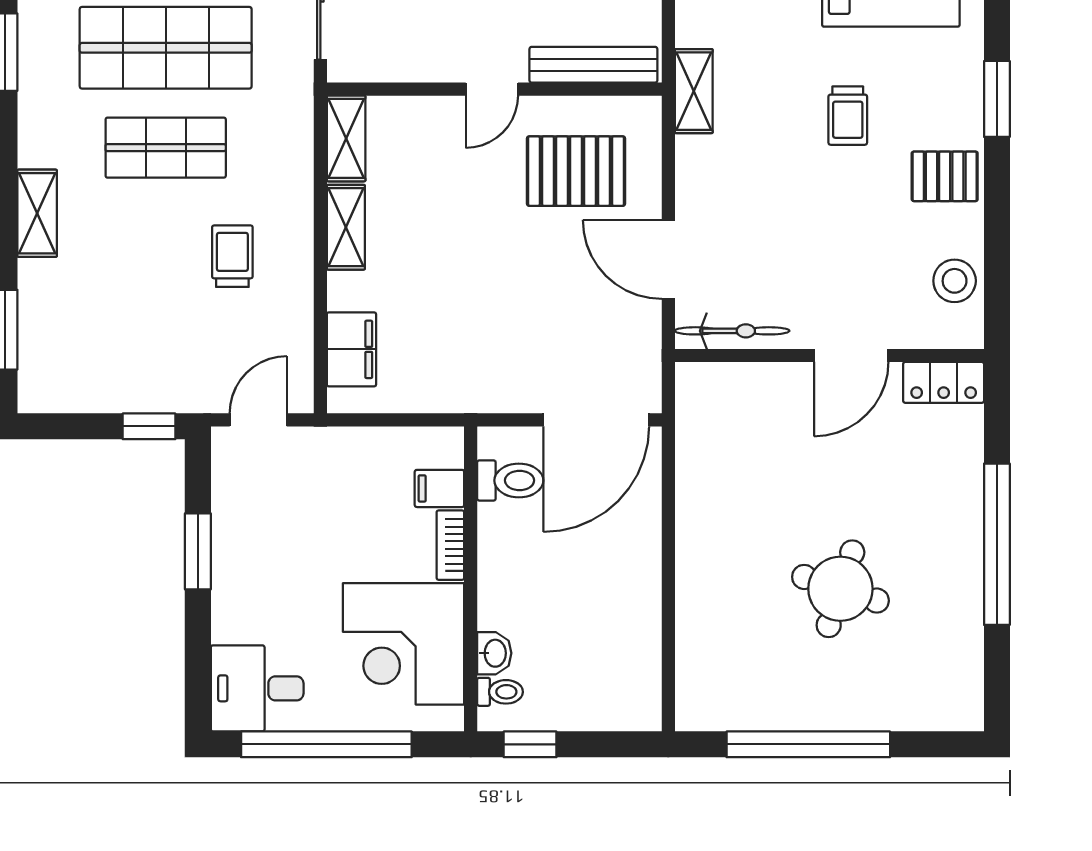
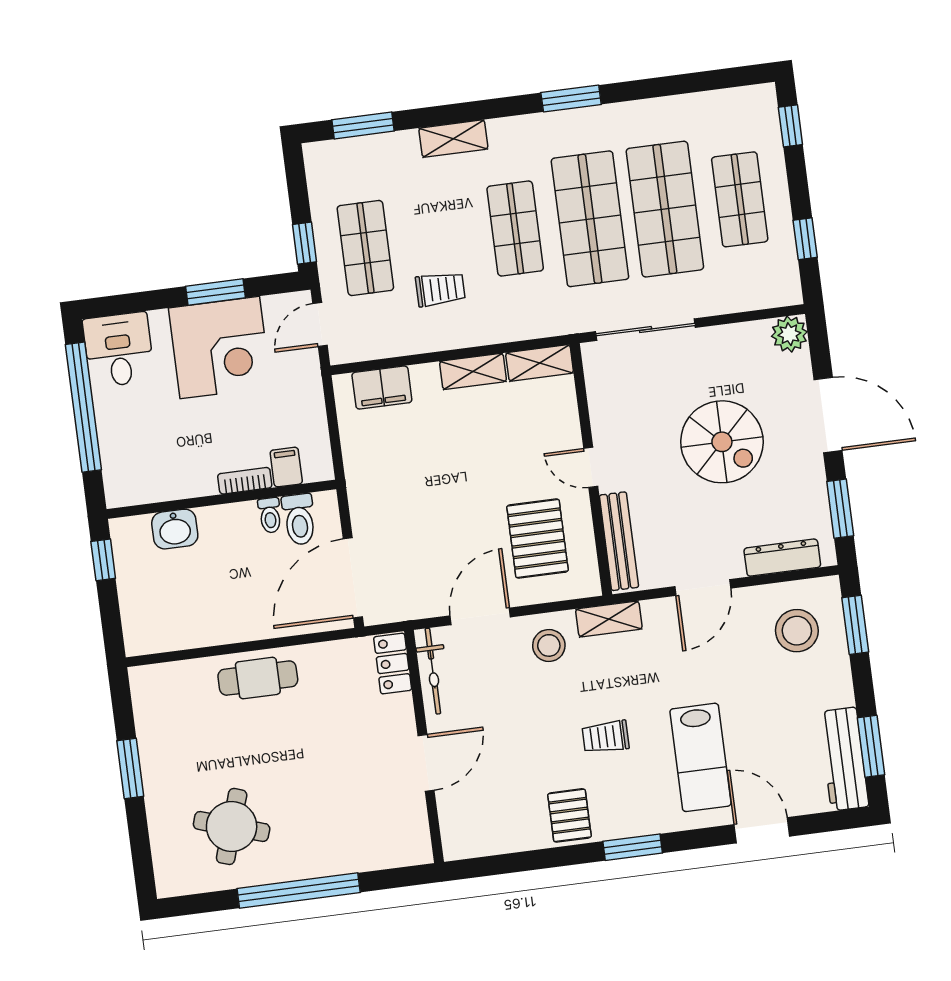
stool: (955, 281) -> (549, 645), moved
shop shelf: (166, 347) -> (365, 248), added
door: (851, 355) -> (426, 763), swing flipped
locker: (944, 382) -> (393, 664), moved
door: (258, 420) -> (320, 324), swing flipped
door: (596, 420) -> (353, 578), hinge flipped
cafe table: (711, 562) -> (258, 678), added
round table: (840, 589) -> (232, 826), moved
corner desk: (404, 644) -> (220, 348), moved, turned 180
washbasin: (494, 653) -> (175, 529), width x1.38, depth x1.45
toilet: (500, 692) -> (270, 515), moved
window: (808, 744) -> (130, 769), width x0.47

